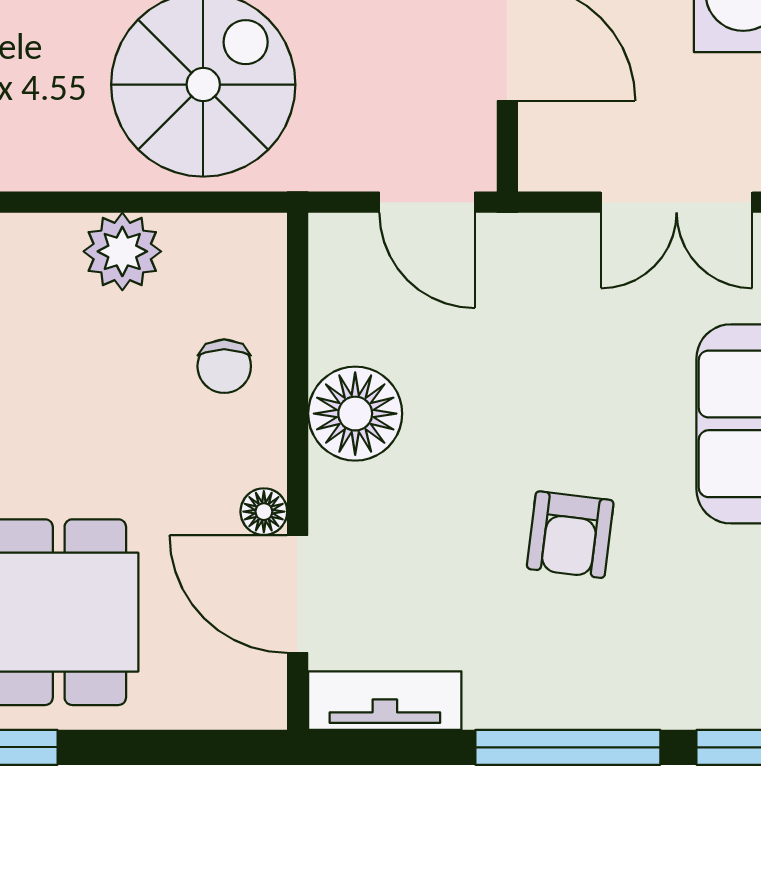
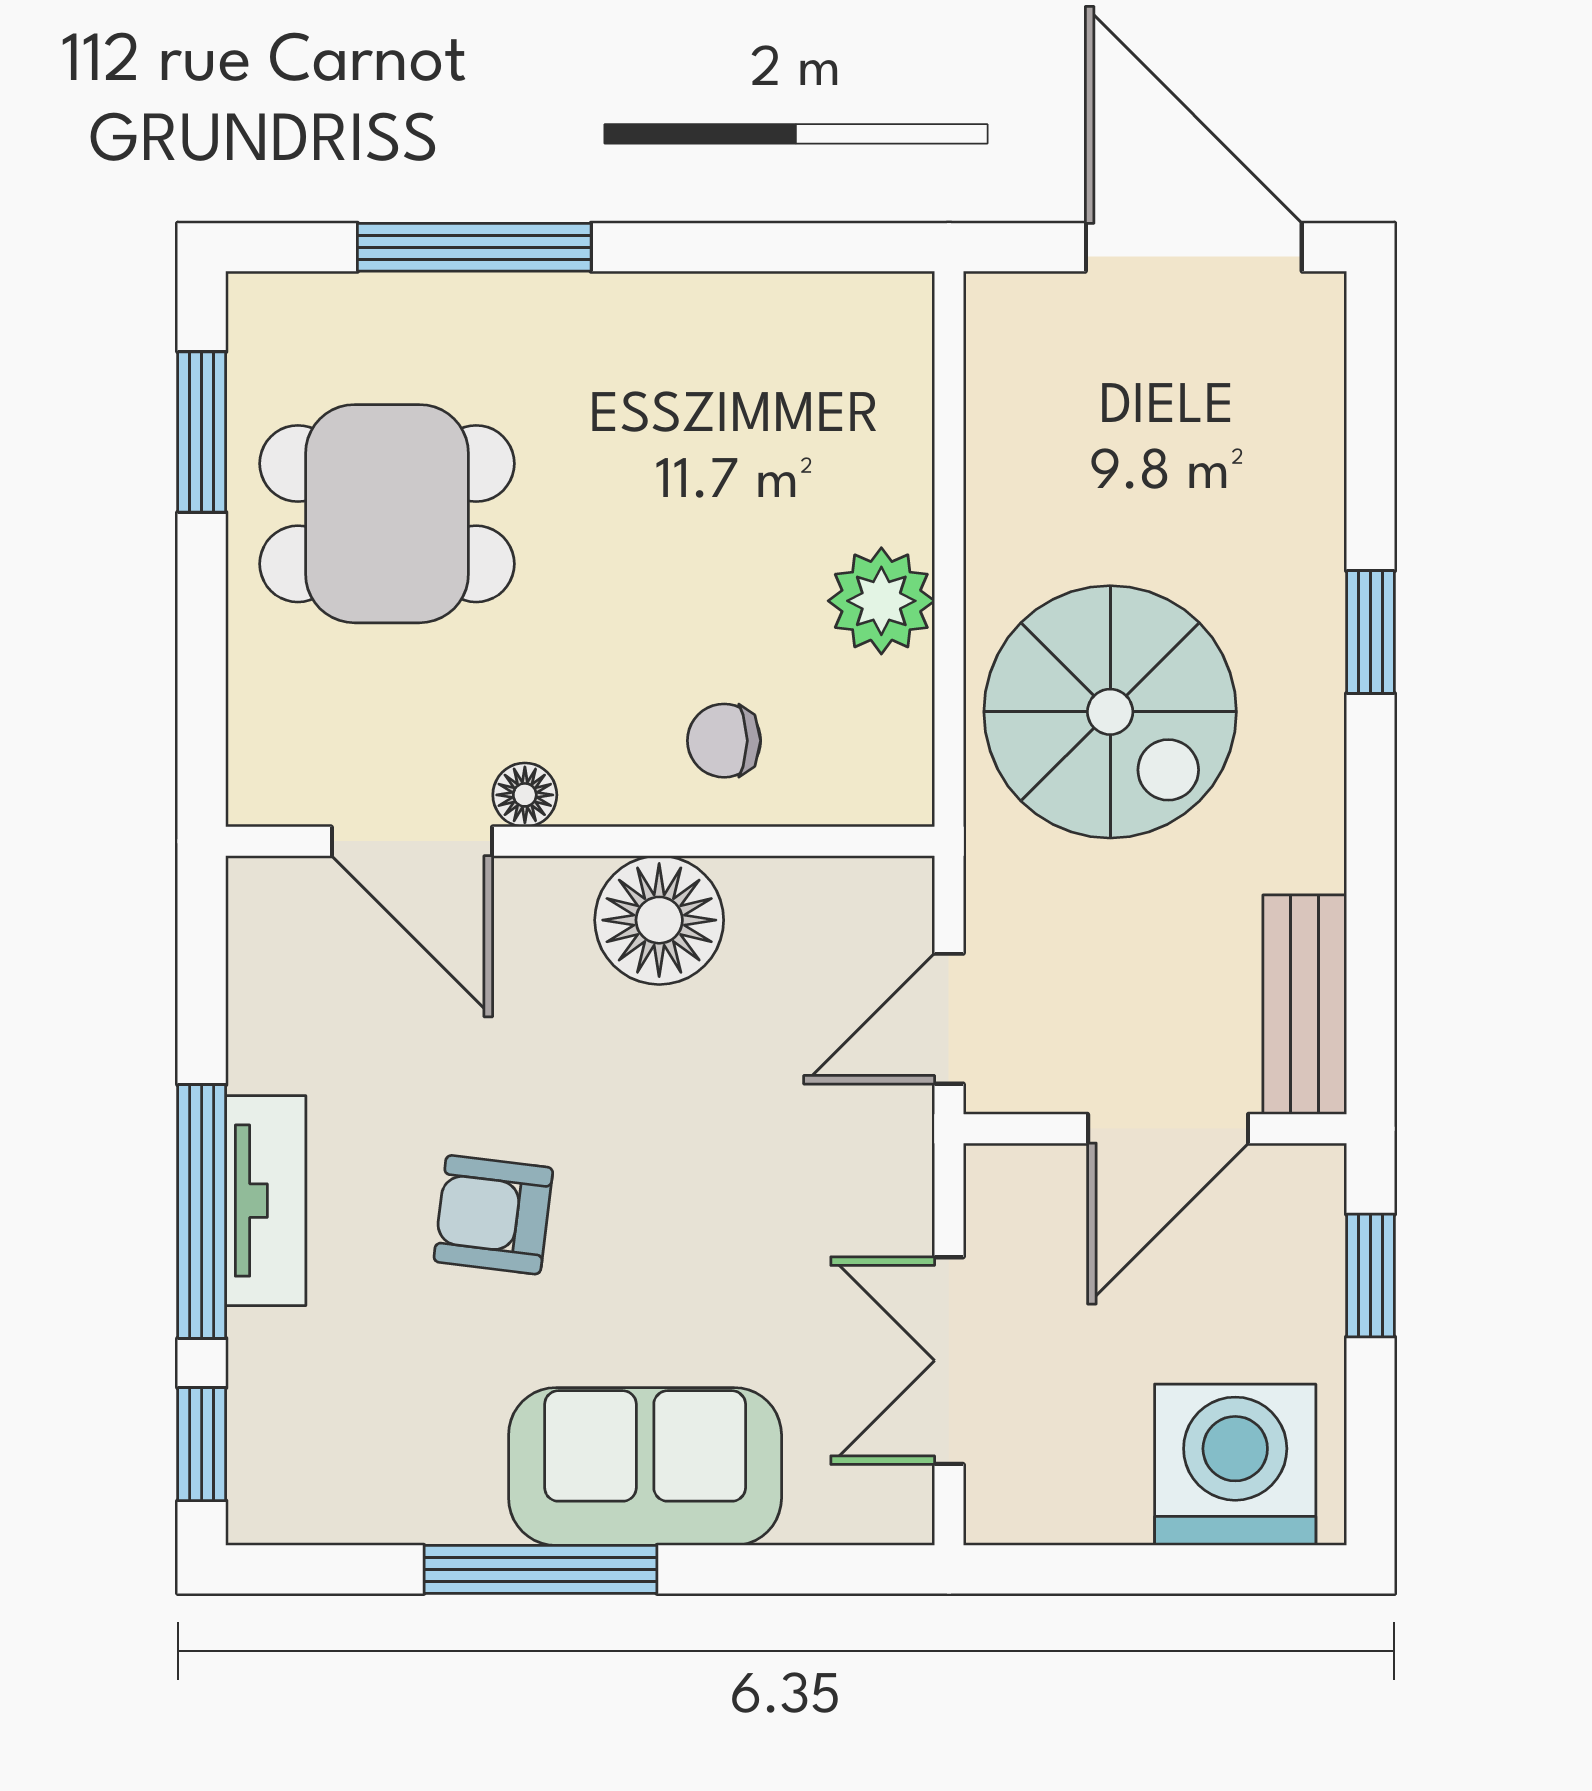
door: (298, 594) -> (412, 841), swing flipped
tv unit: (385, 701) -> (266, 1201), moved

